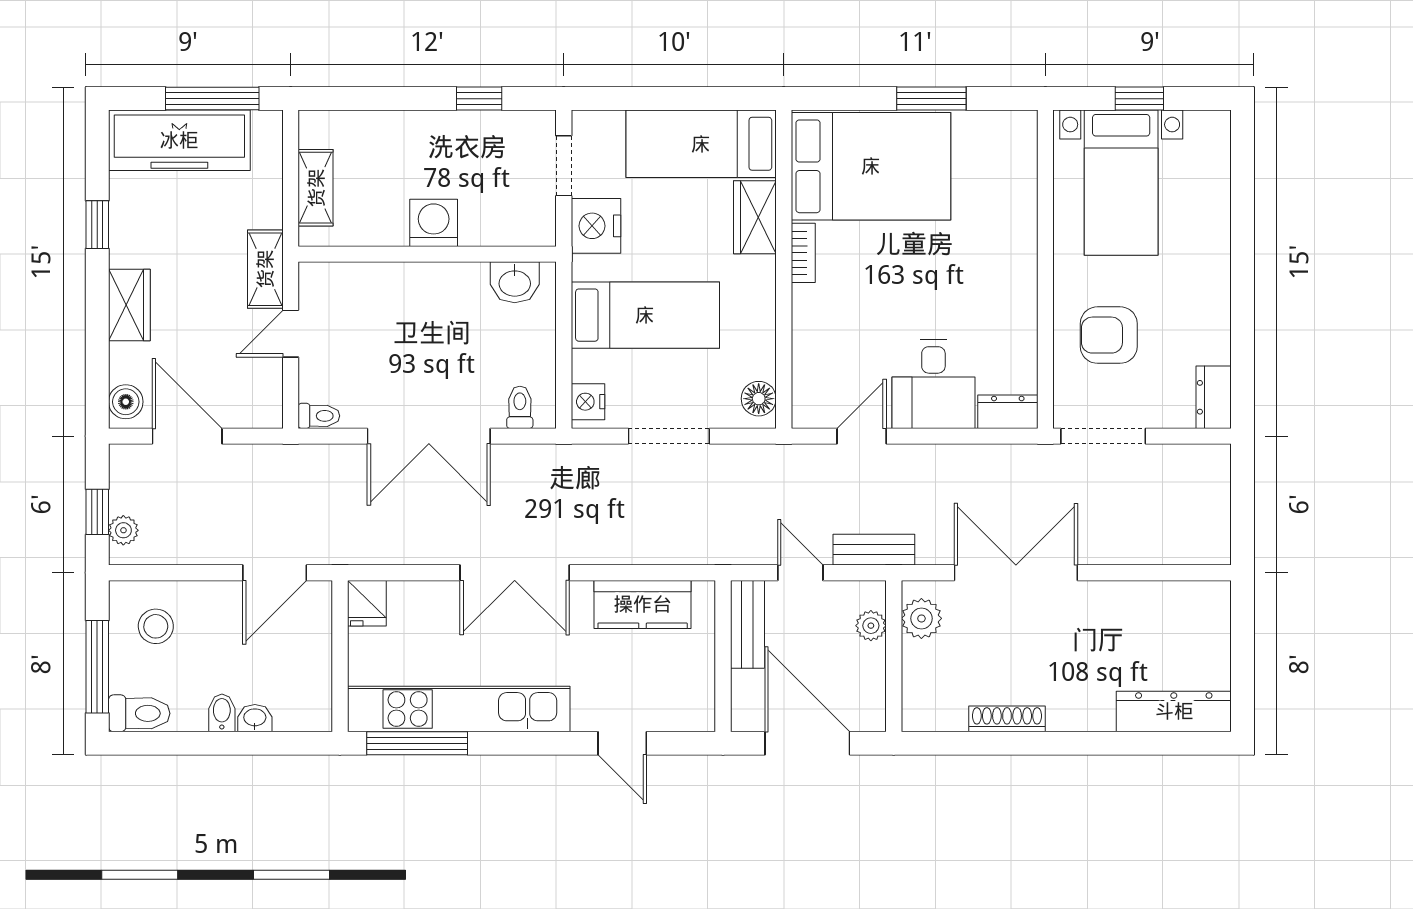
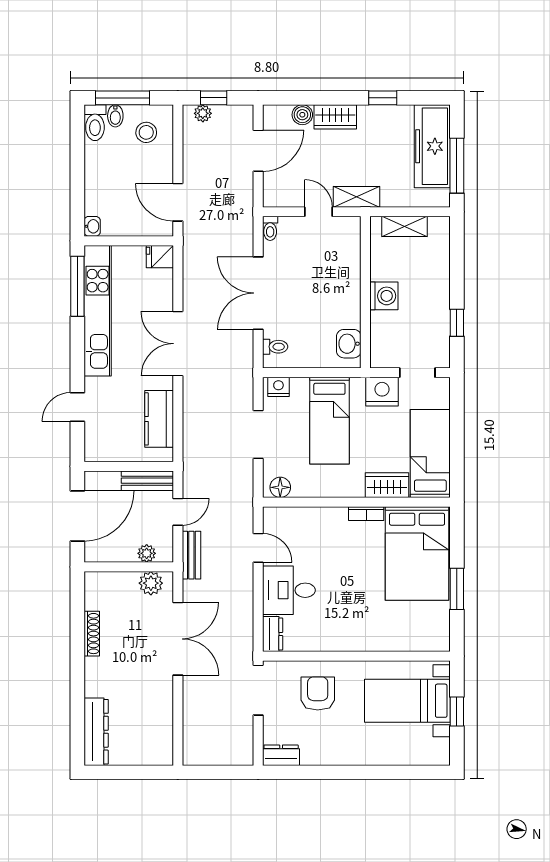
boiler: (126, 402) -> (302, 115), moved
bidet: (222, 713) -> (115, 116), moved, turned 90
washbasin: (255, 718) -> (92, 226), moved

